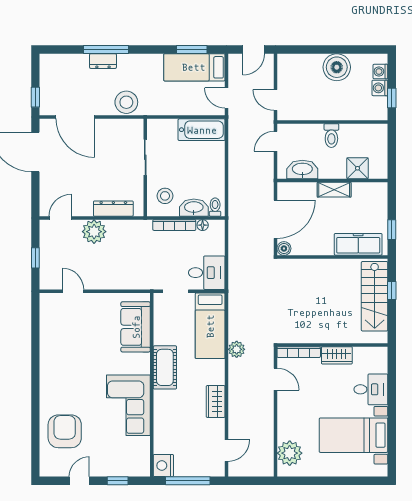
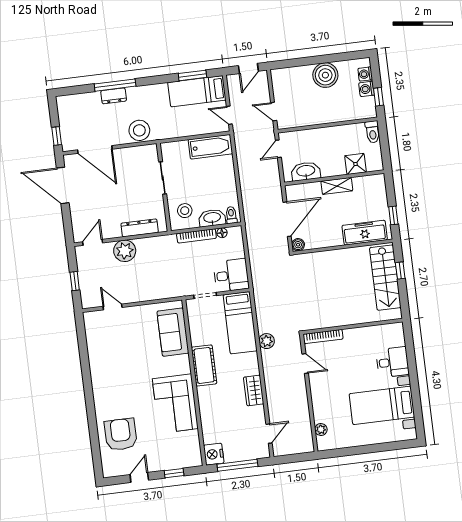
toilet: (331, 136) -> (372, 132), moved
wardrobe: (337, 355) -> (358, 335), removed
plant: (290, 453) -> (321, 429), width x0.53, depth x0.53

